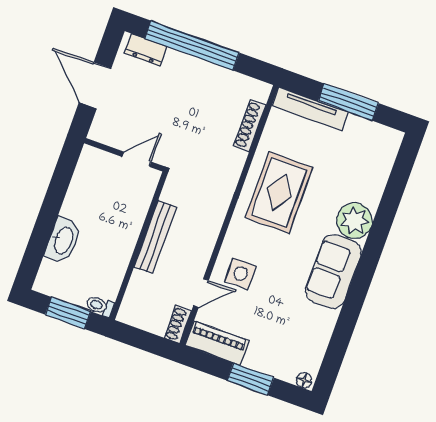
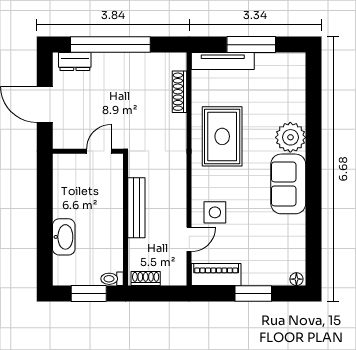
shoe rack: (178, 325) -> (146, 279), moved, turned 90

